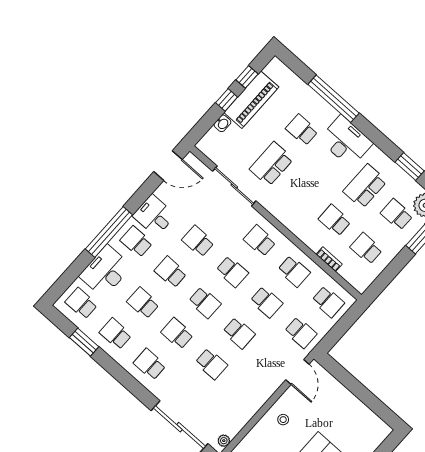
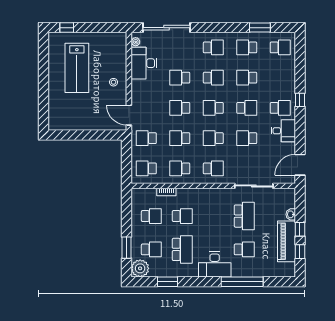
window: (109, 232) -> (300, 100), width x0.32
school desk: (198, 241) -> (247, 138), turned 180
desk: (105, 271) -> (144, 63), moved, turned 180
school desk: (143, 303) -> (247, 78), turned 180
school desk: (115, 334) -> (247, 47), turned 180

